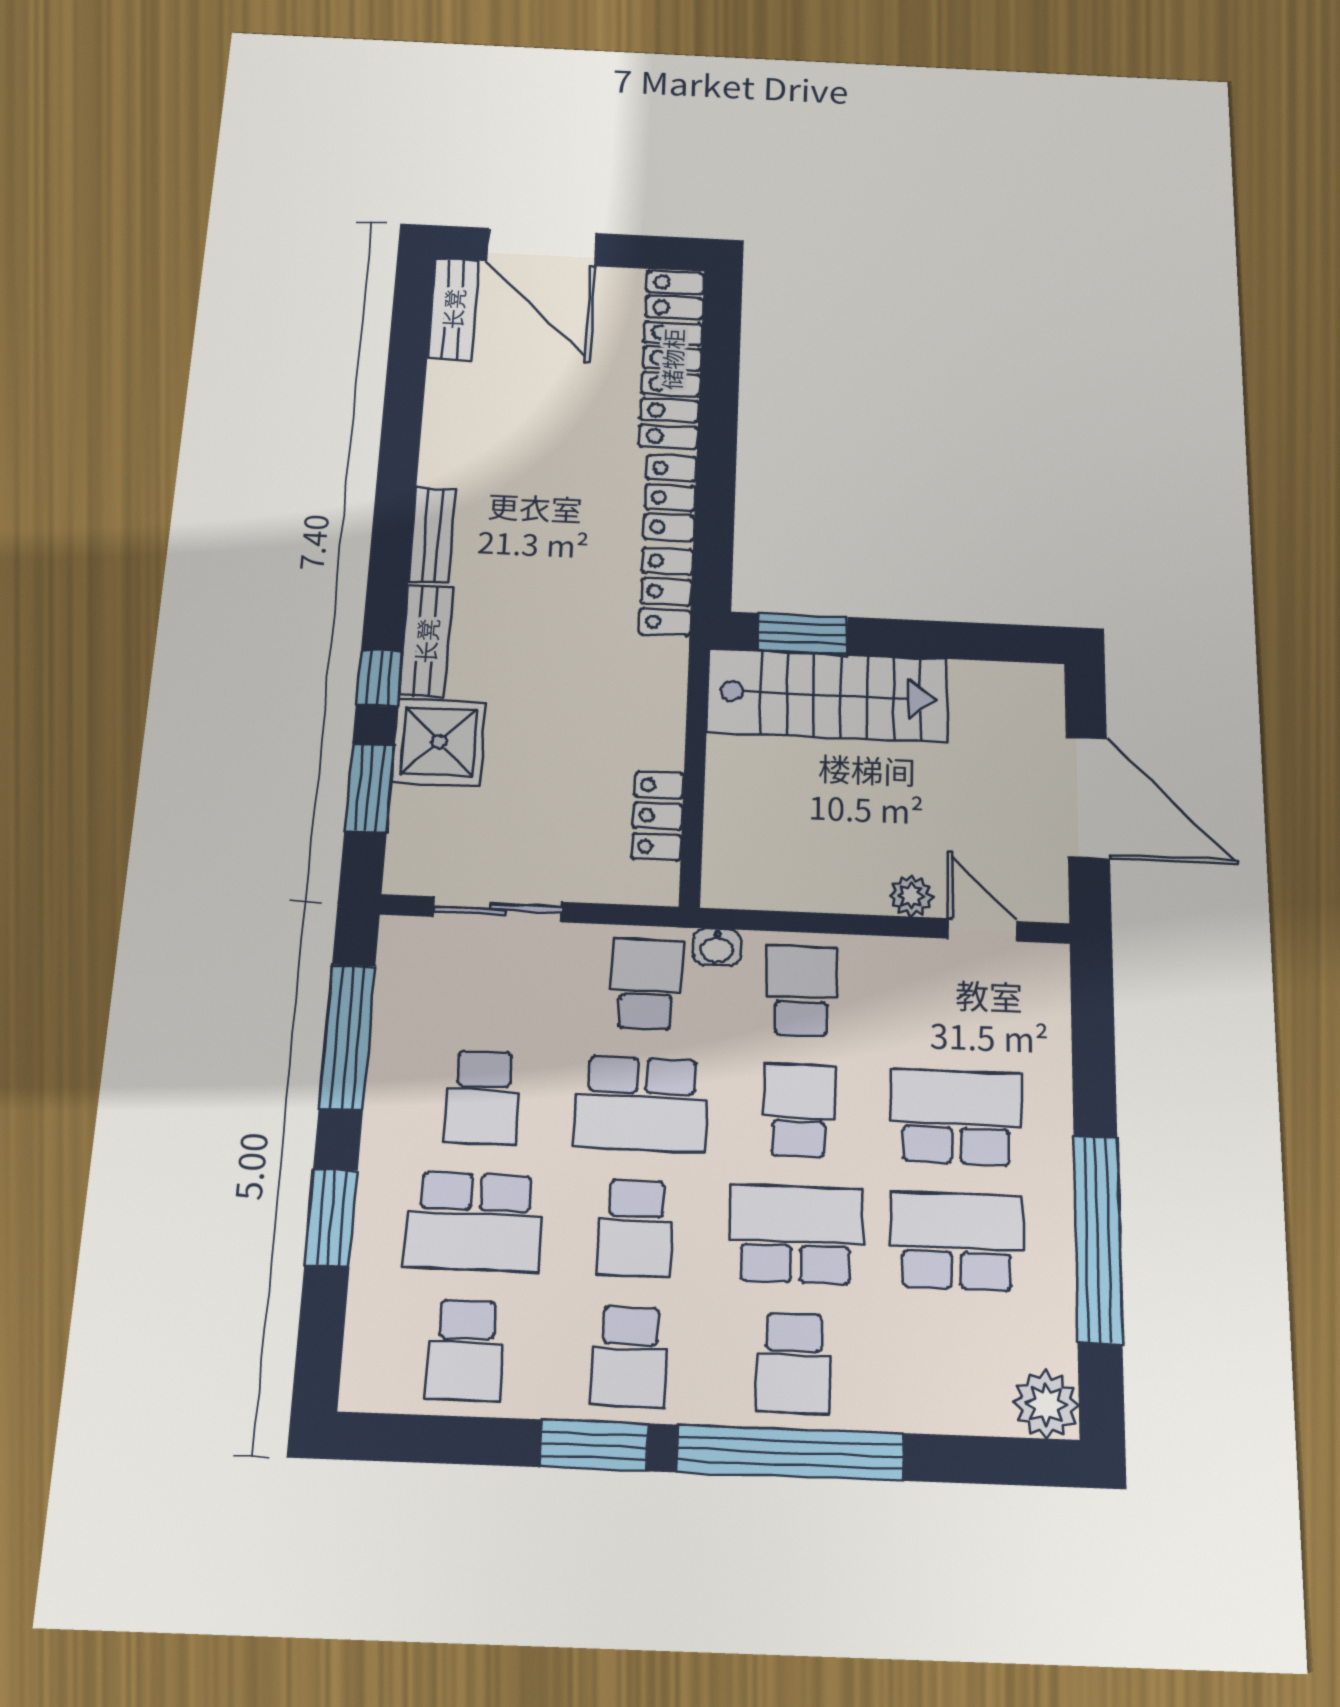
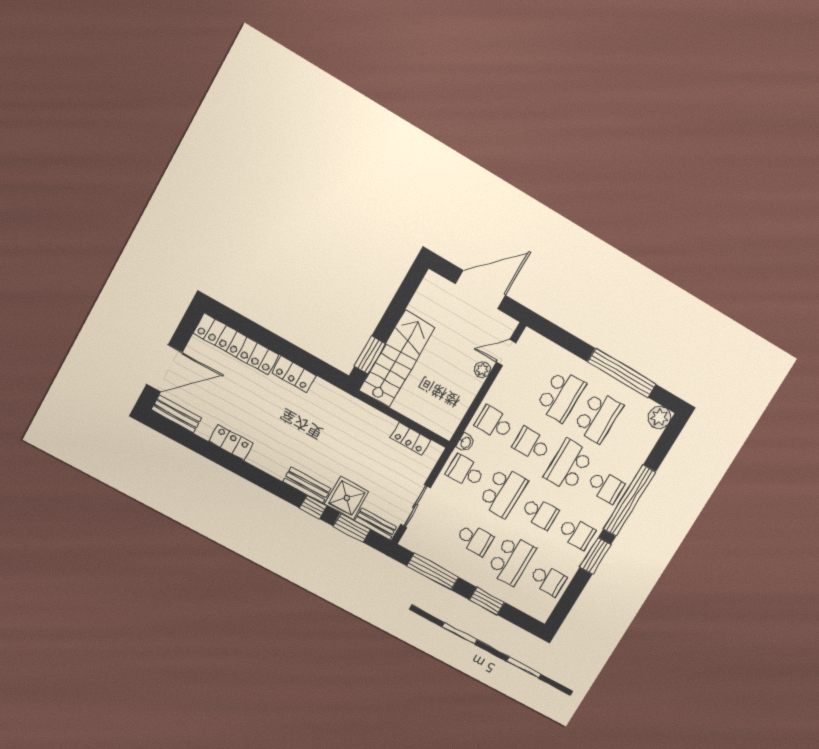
bench: (432, 535) -> (376, 524), moved
locker: (666, 592) -> (231, 442), moved, turned 180
school desk: (956, 1117) -> (561, 396), turned 180
school desk: (957, 1241) -> (598, 417), turned 180

